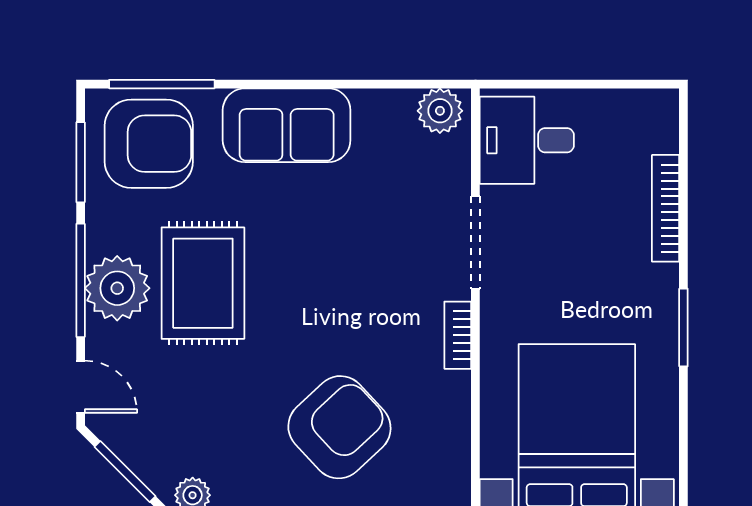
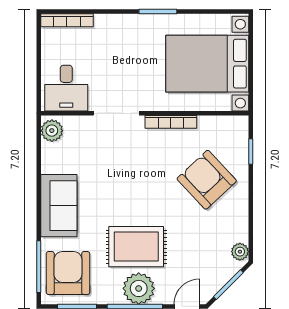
bookcase: (666, 208) -> (67, 20), moved
bookcase: (458, 335) -> (171, 122), width x1.56

